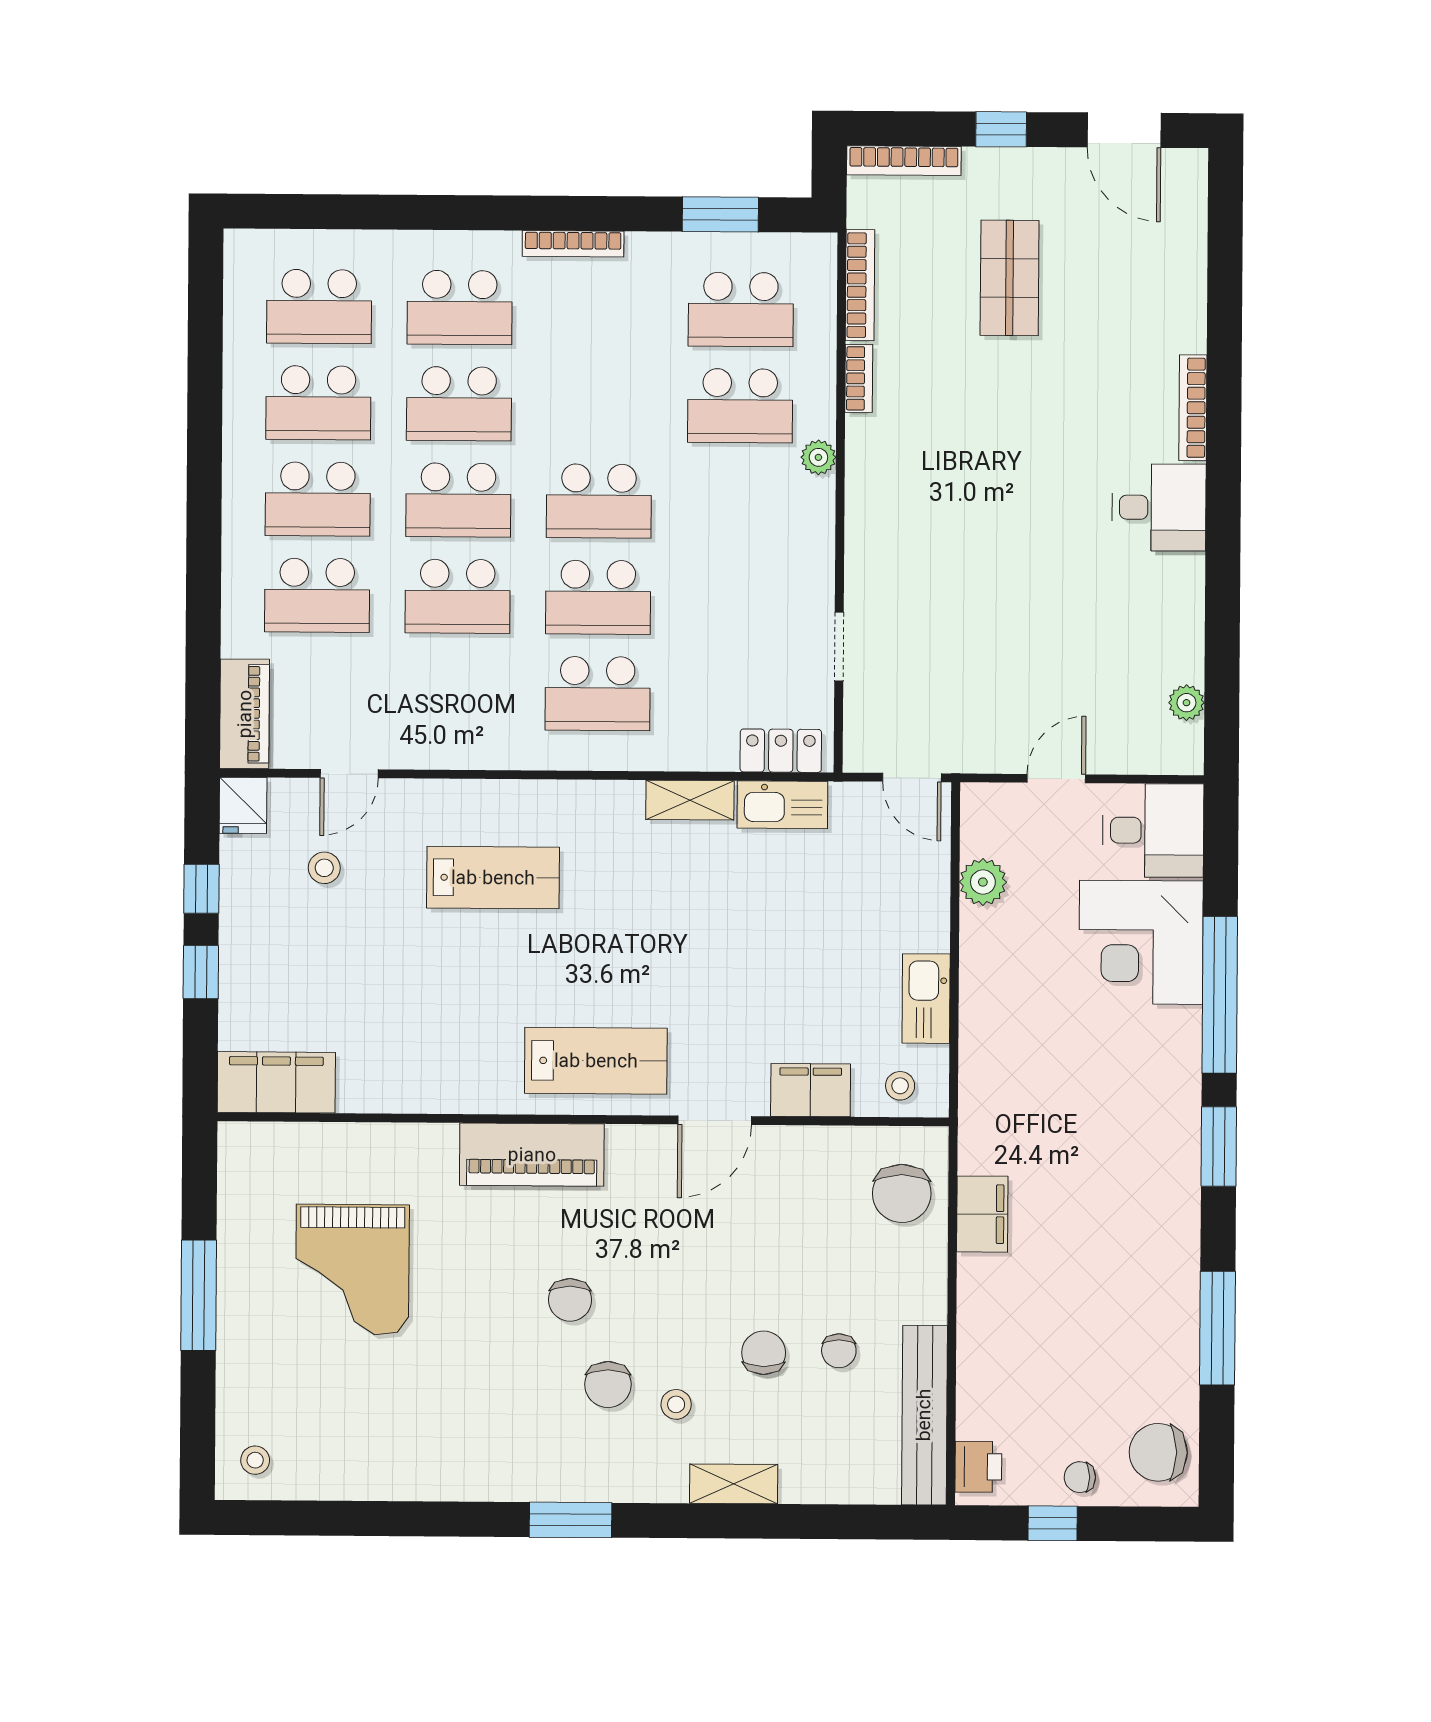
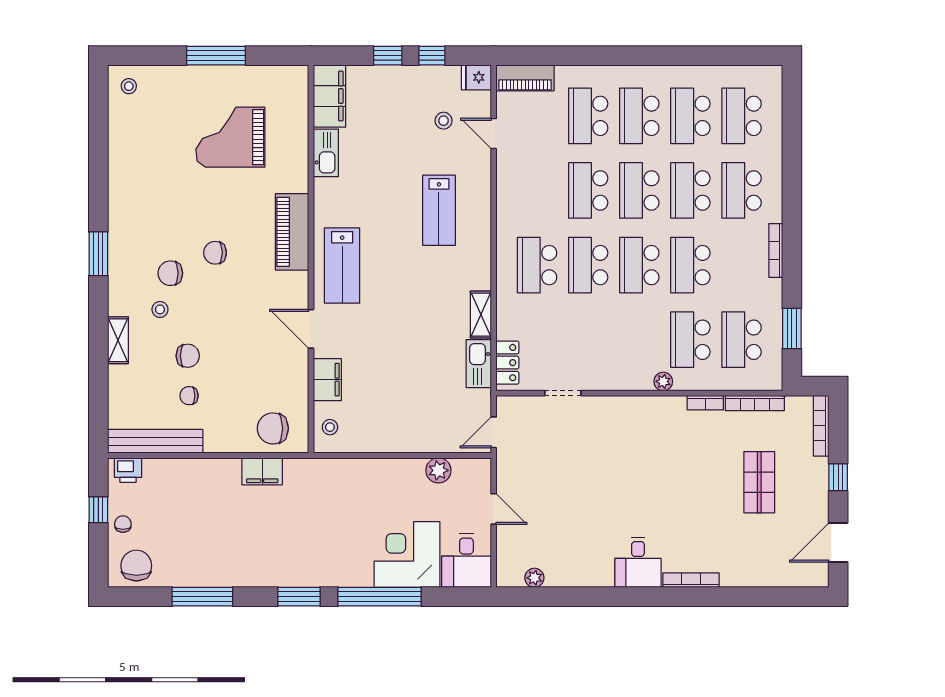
shop shelf: (1010, 278) -> (759, 482), turned 90
school desk: (600, 405) -> (690, 265), added
kitchen sink: (926, 999) -> (326, 153), moved, turned 90

